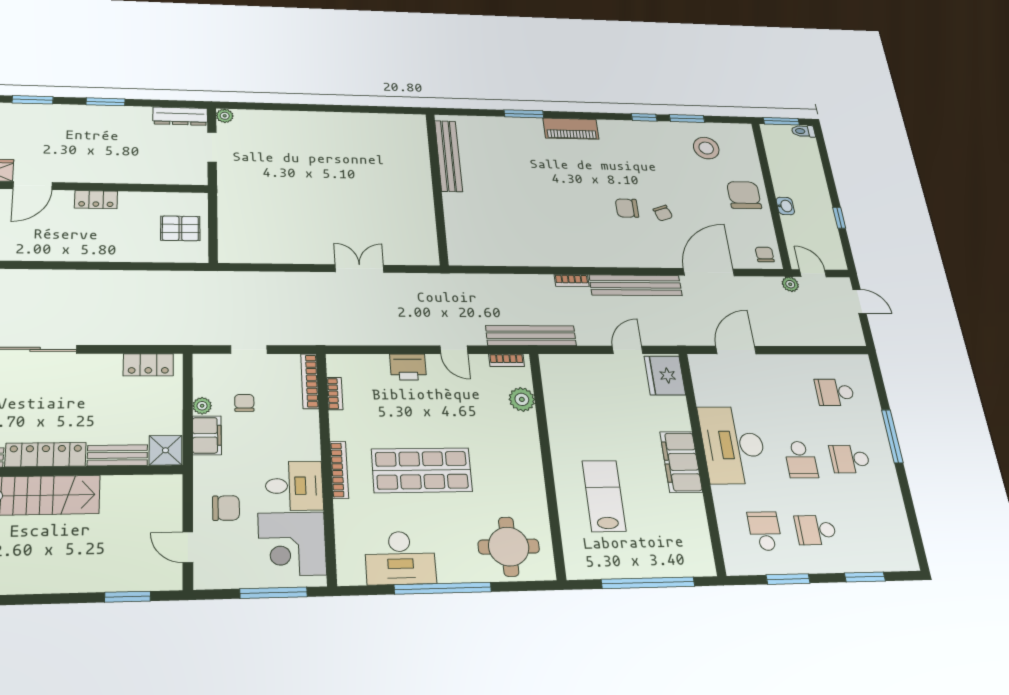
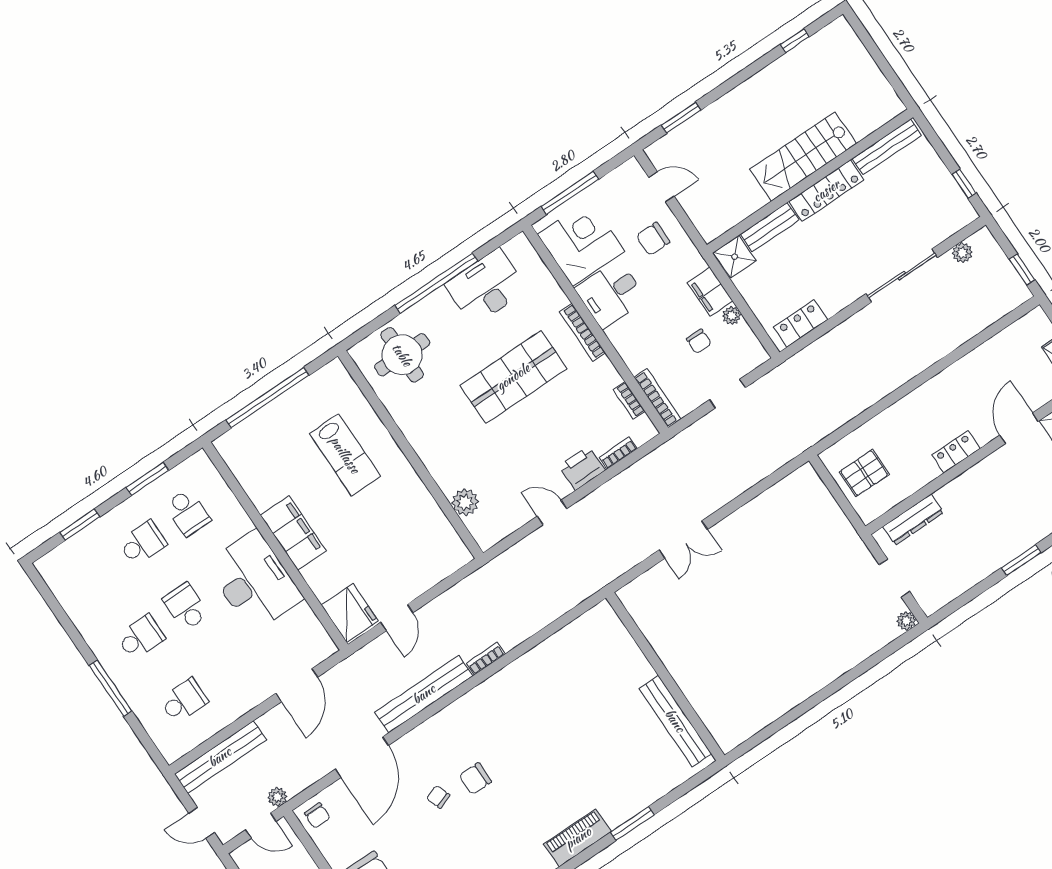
dresser: (180, 116) -> (913, 520), moved, turned 180
chair: (627, 208) -> (475, 779), turned 180
bench: (531, 336) -> (220, 757), moved
bookcase: (507, 360) -> (618, 453), moved

